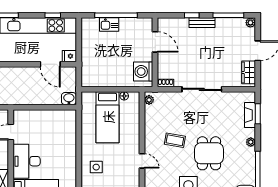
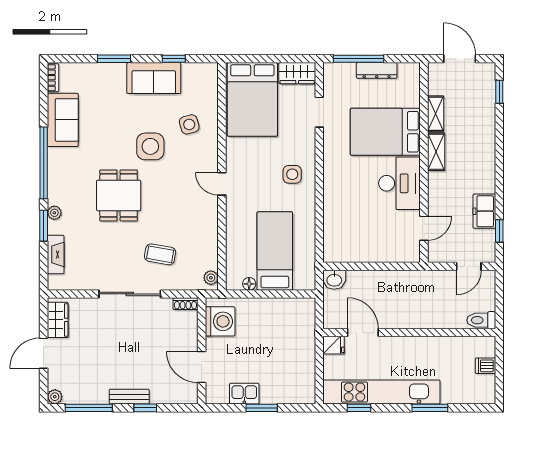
window: (116, 15) -> (262, 408), width x0.47
kitchen sink: (109, 25) -> (244, 394), moved
window: (258, 114) -> (44, 226), moved
coffee table: (175, 140) -> (160, 254), moved

